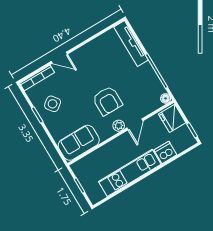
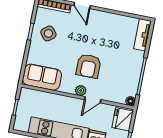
tv unit: (131, 43) -> (143, 35), width x0.71

